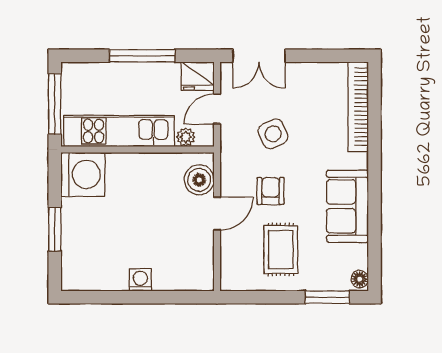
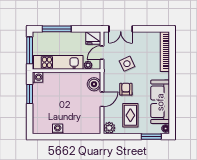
window: (142, 56) -> (57, 29), moved
washing machine: (83, 174) -> (37, 77), width x0.53, depth x0.53
sofa: (347, 206) -> (160, 102), width x1.36
window: (55, 229) -> (30, 94), moved
plant: (233, 278) -> (109, 128), added
washing machine: (140, 280) -> (58, 129), moved

